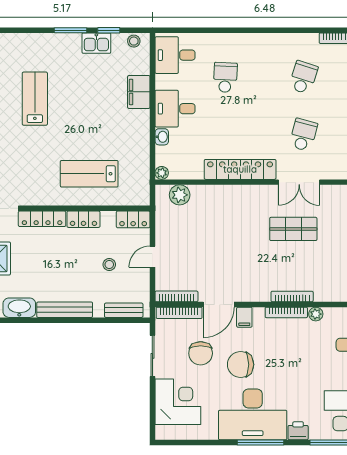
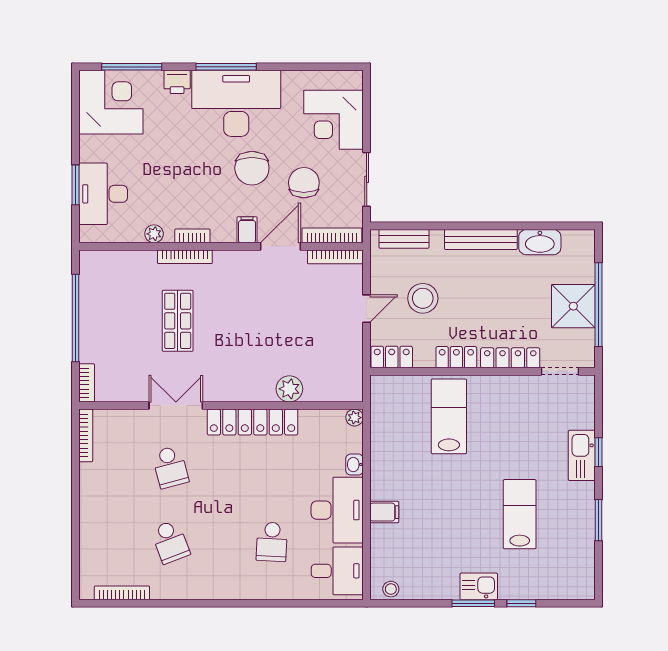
window: (109, 30) -> (521, 603), moved
kitchen sink: (96, 43) -> (479, 586), moved
school desk: (303, 77) -> (170, 542), turned -39
filing cabinet: (139, 92) -> (384, 512), width x0.50
lab bench: (35, 99) -> (520, 514), turned 180
desk: (175, 109) -> (337, 510), width x1.37
school desk: (303, 135) -> (170, 467), turned -30
lab bench: (89, 174) -> (449, 416), turned -90
plant: (180, 195) -> (289, 389), moved
shop shelf: (293, 229) -> (178, 321), moved, turned 90
stool: (109, 264) -> (423, 298), width x1.89, depth x1.89
bookcase: (286, 312) -> (192, 236), width x0.64
chair: (241, 365) -> (252, 168), turned 90

